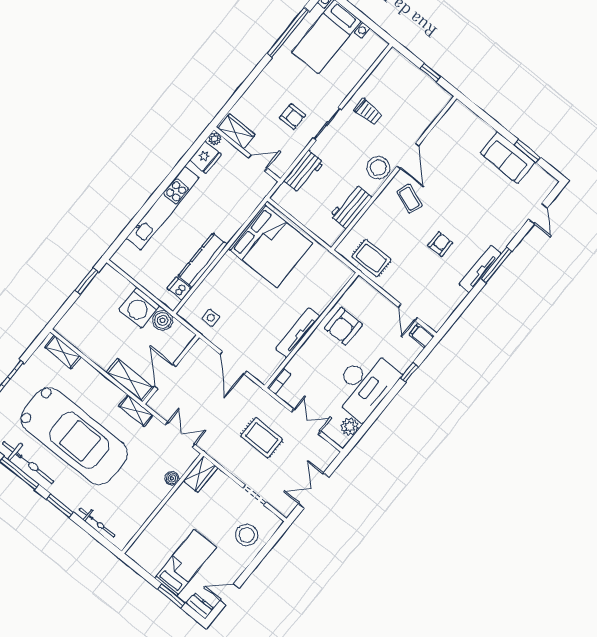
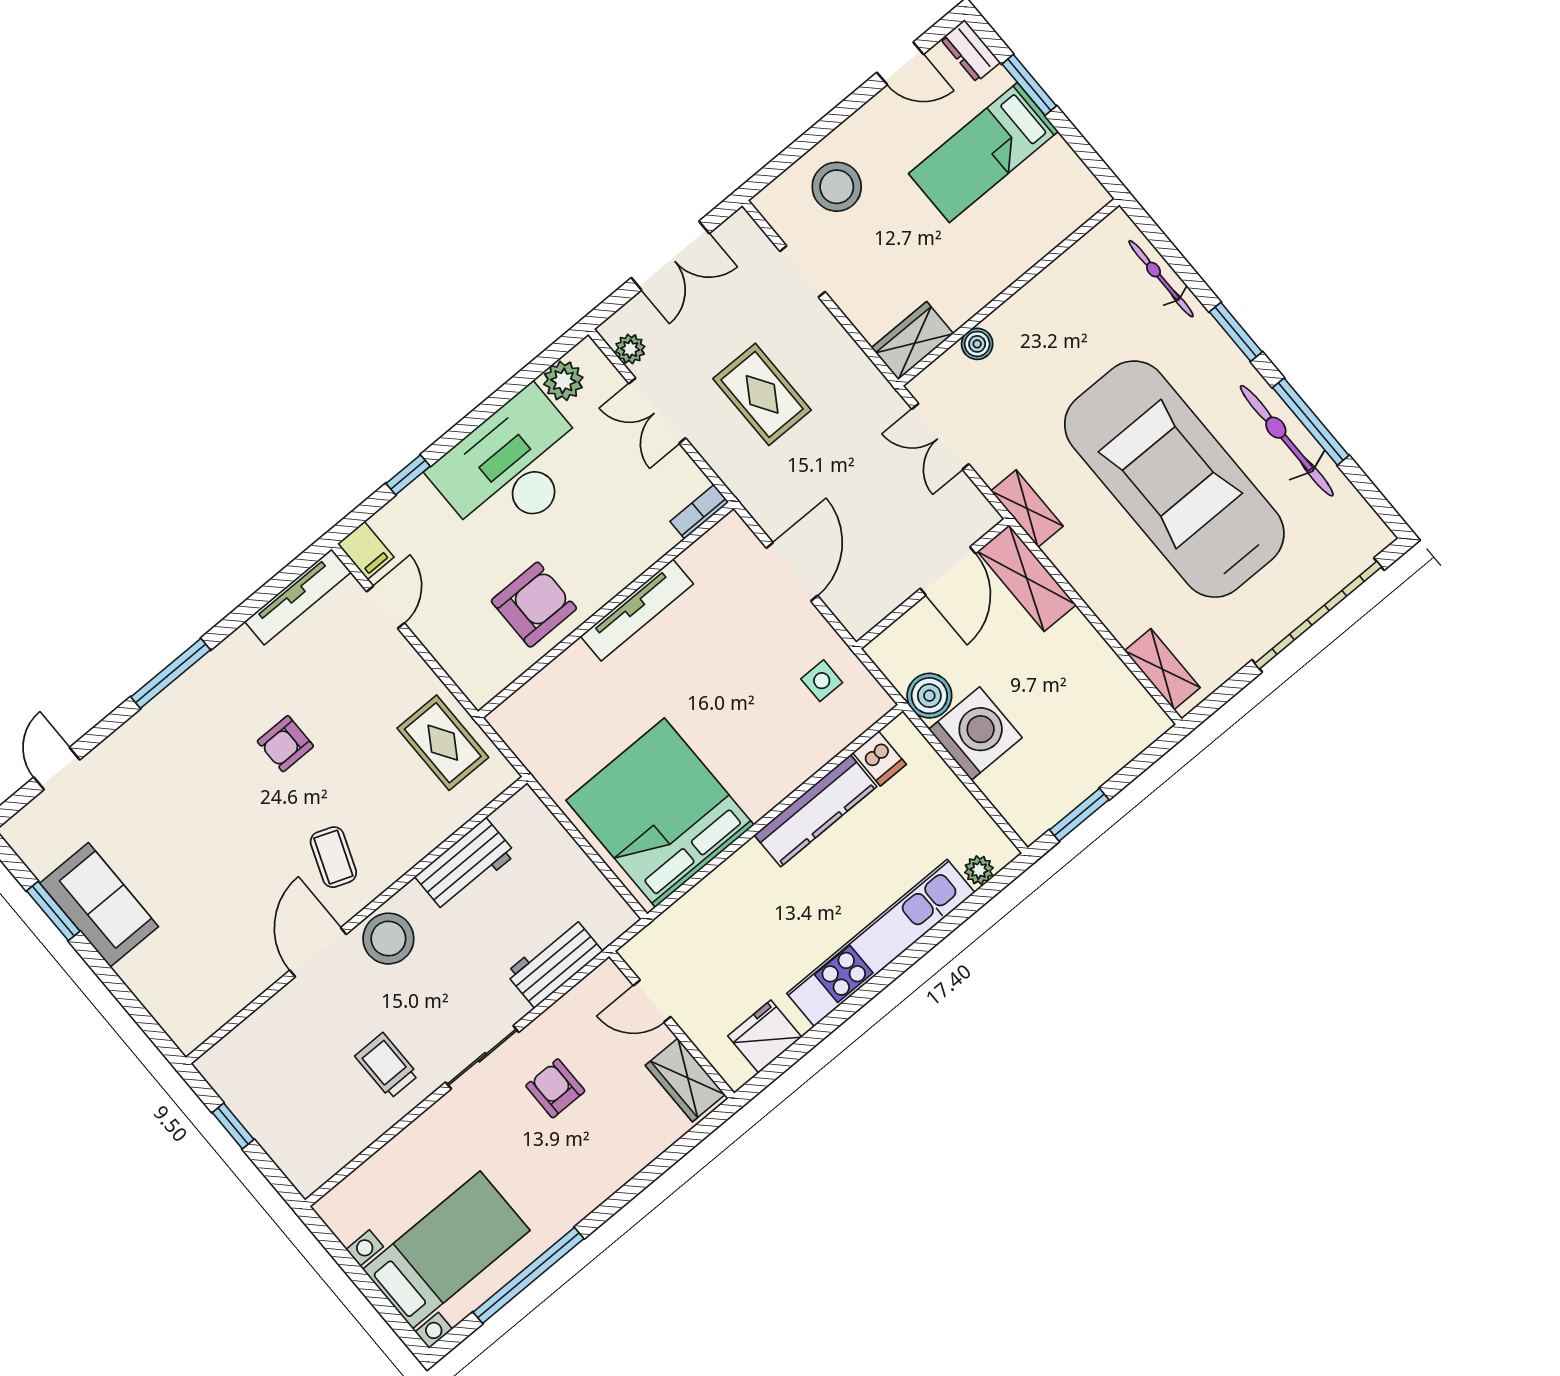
plant: (215, 139) -> (979, 870), moved
tv unit: (480, 269) -> (298, 597), moved
plant: (323, 446) -> (630, 349), added

